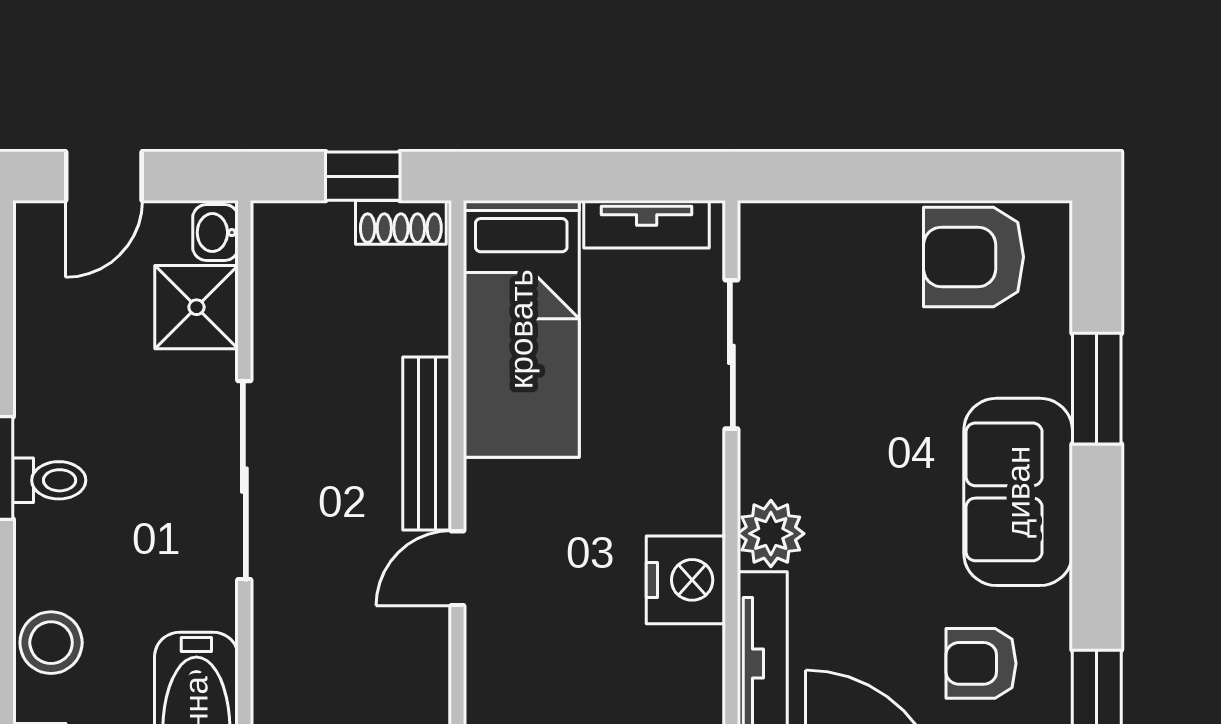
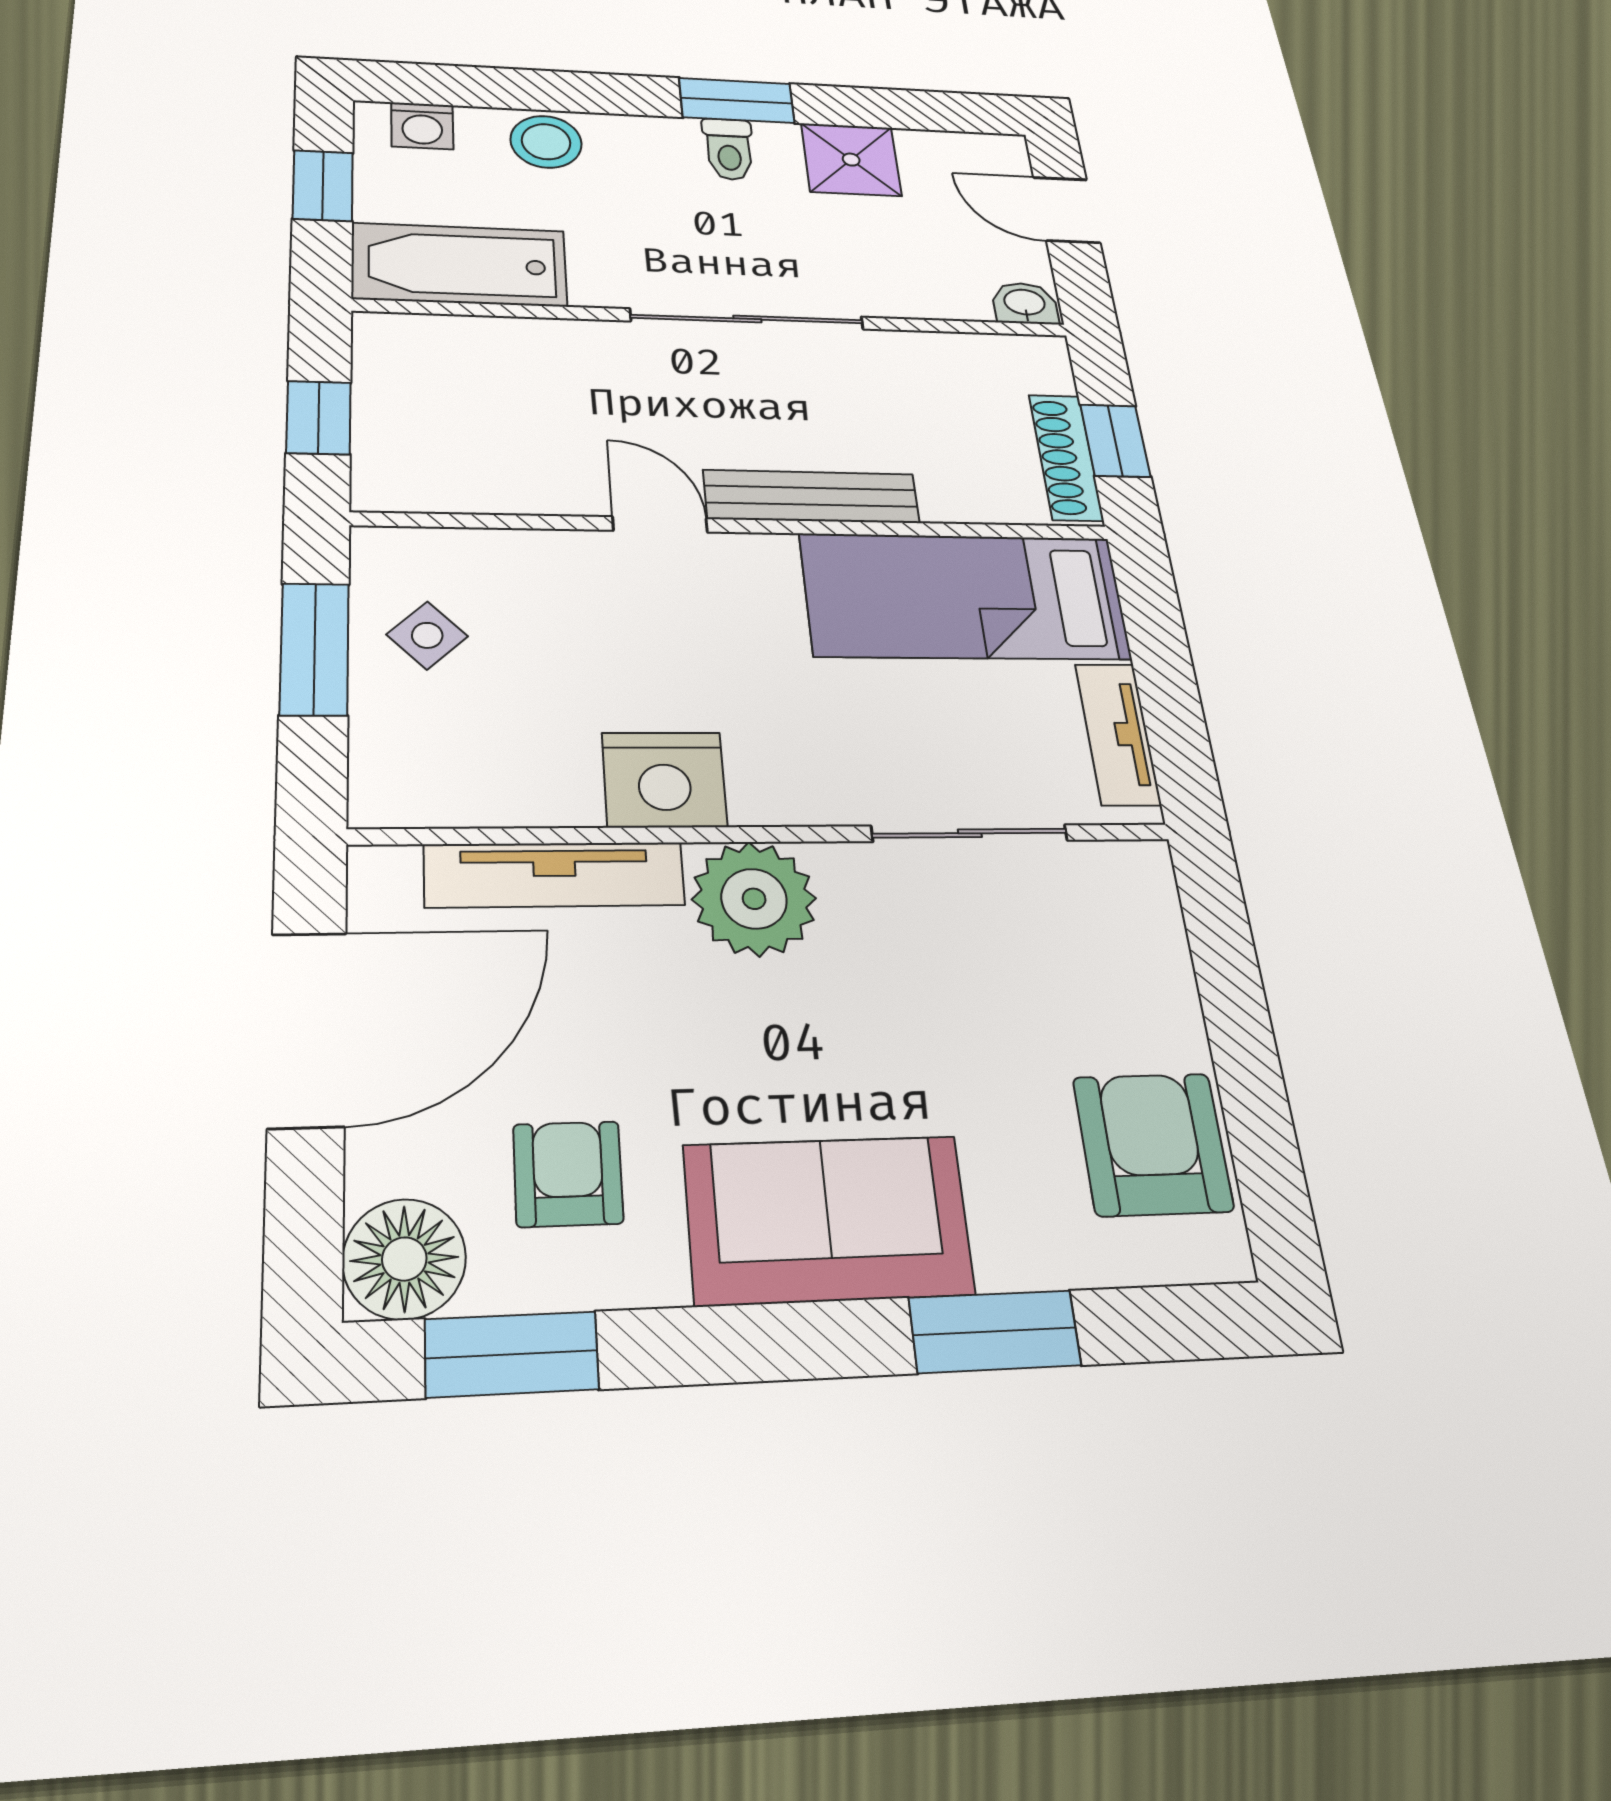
shoe rack: (401, 222) -> (1066, 457), width x1.43
shower: (196, 307) -> (851, 160), moved
plant: (771, 534) -> (754, 899), width x1.36, depth x1.36

